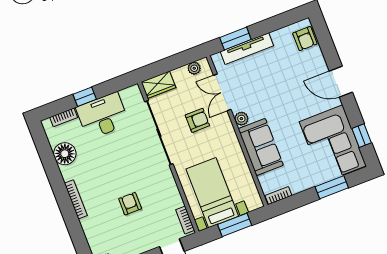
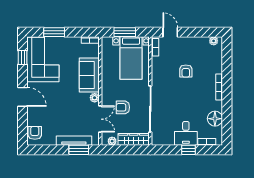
wardrobe: (158, 85) -> (134, 139), width x1.50
desk: (103, 116) -> (186, 133), width x0.73

